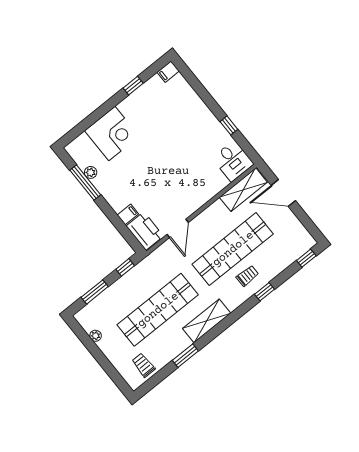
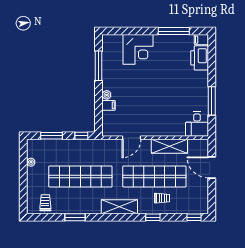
window: (133, 86) -> (174, 31), width x2.17
window: (229, 125) -> (212, 101), width x2.17
plant: (91, 172) -> (107, 95), moved
shelving: (243, 190) -> (169, 146), moved
printer: (145, 231) -> (200, 58), moved, turned 180
trolley: (247, 276) -> (162, 198), moved
shelving: (207, 321) -> (119, 207), moved

